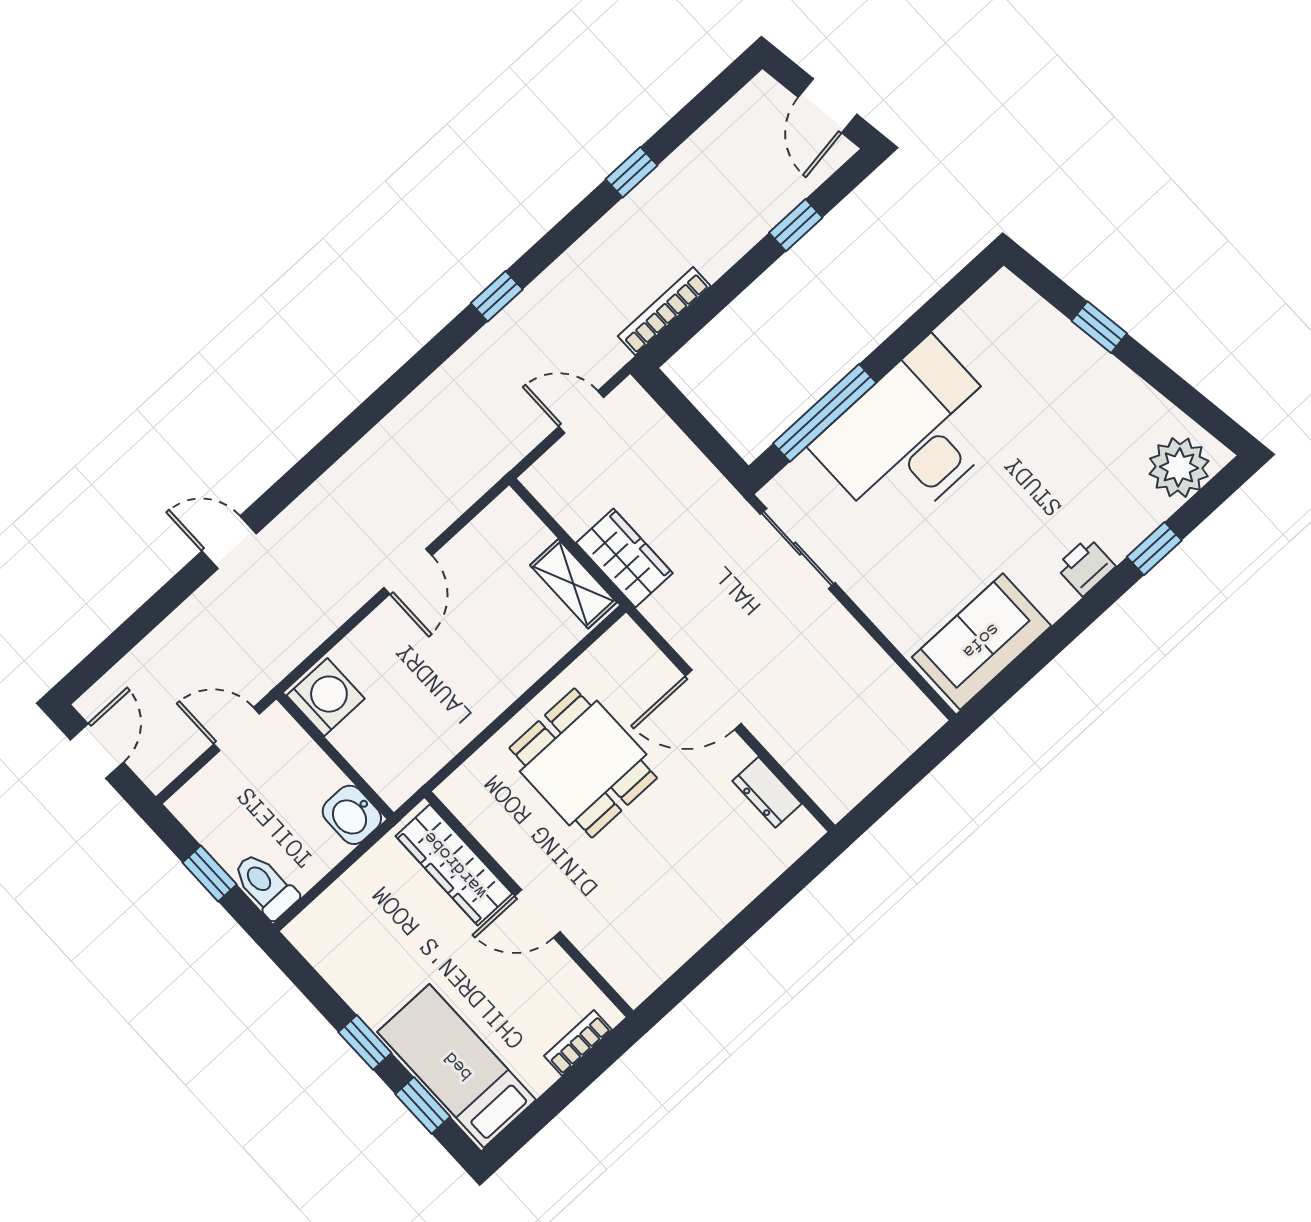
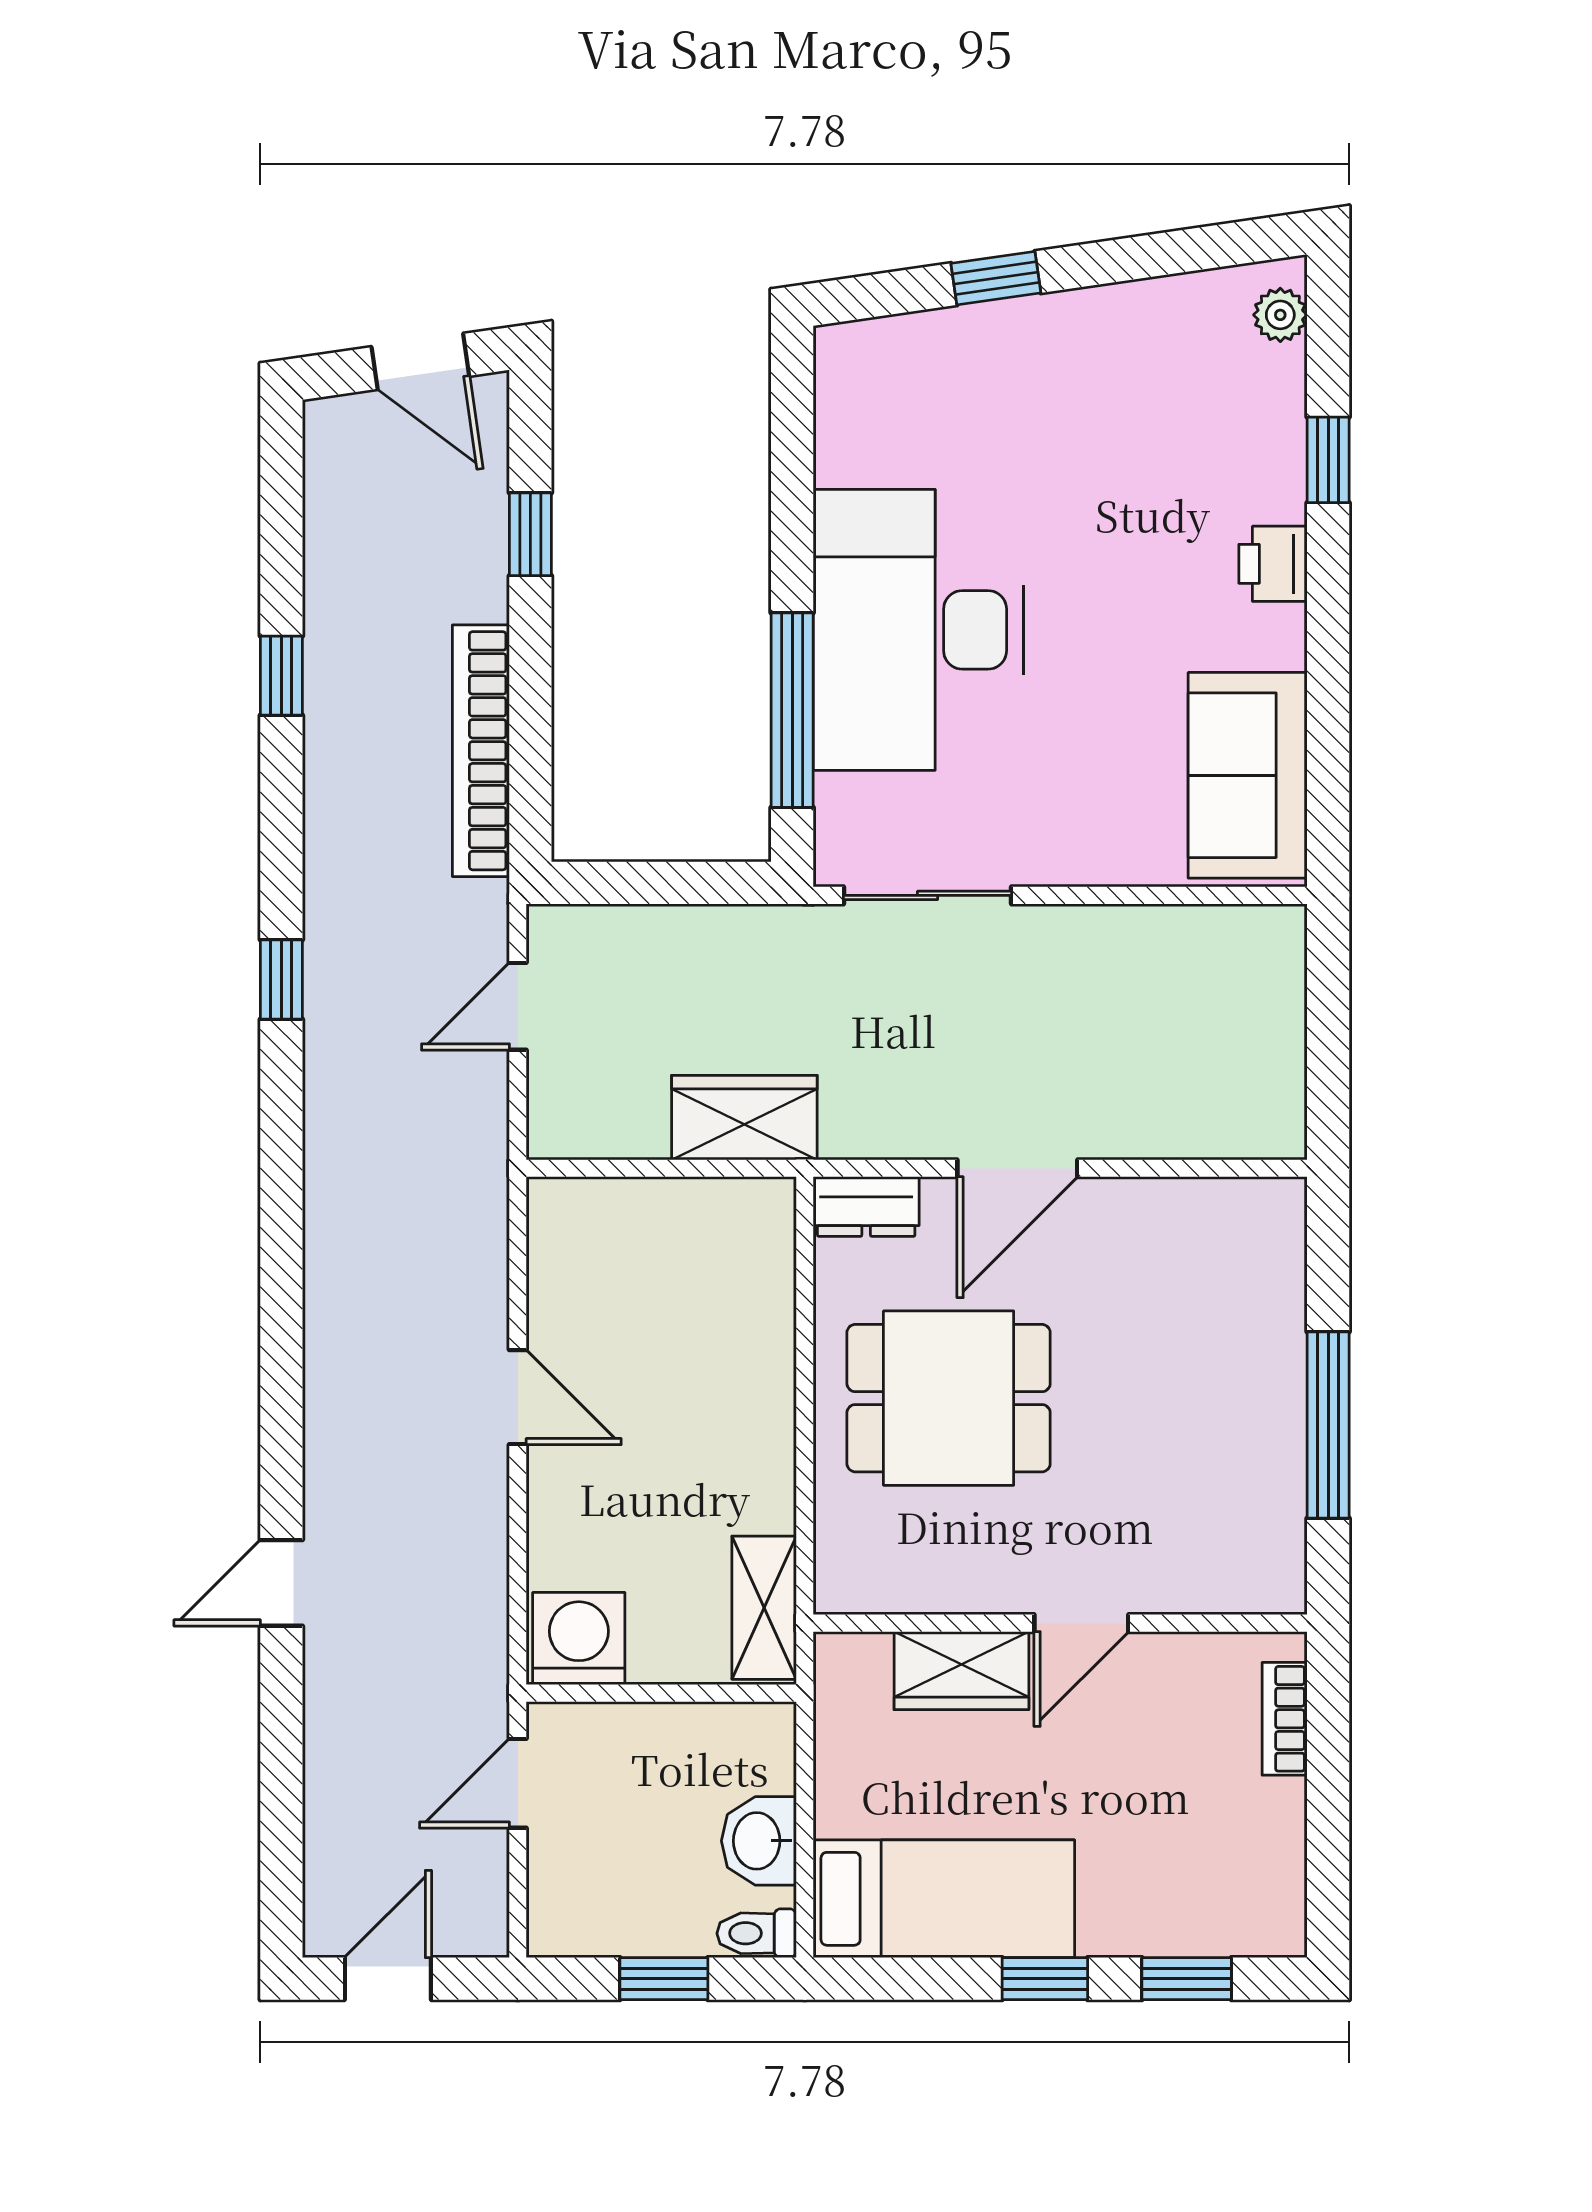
bookcase: (664, 311) -> (481, 751), width x1.48, depth x1.31
plant: (1179, 467) -> (1280, 315), width x0.53, depth x0.53
shelving: (573, 584) -> (764, 1608), moved, turned 90
door: (97, 751) -> (388, 1979), hinge flipped
dresser: (767, 792) -> (866, 1207), moved
washbasin: (352, 815) -> (759, 1841), moved, turned 90
wardrobe: (454, 865) -> (961, 1671), width x0.67
toilet: (265, 886) -> (757, 1933), width x0.73, depth x0.72
window: (726, 942) -> (1328, 1425), added
bed: (457, 1066) -> (944, 1899), moved, turned 180

